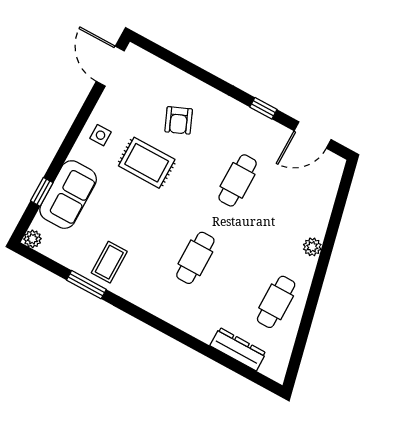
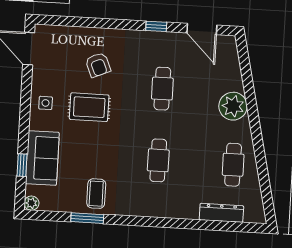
door: (313, 135) -> (202, 29), hinge flipped
plant: (312, 247) -> (233, 106), width x1.88, depth x1.88

